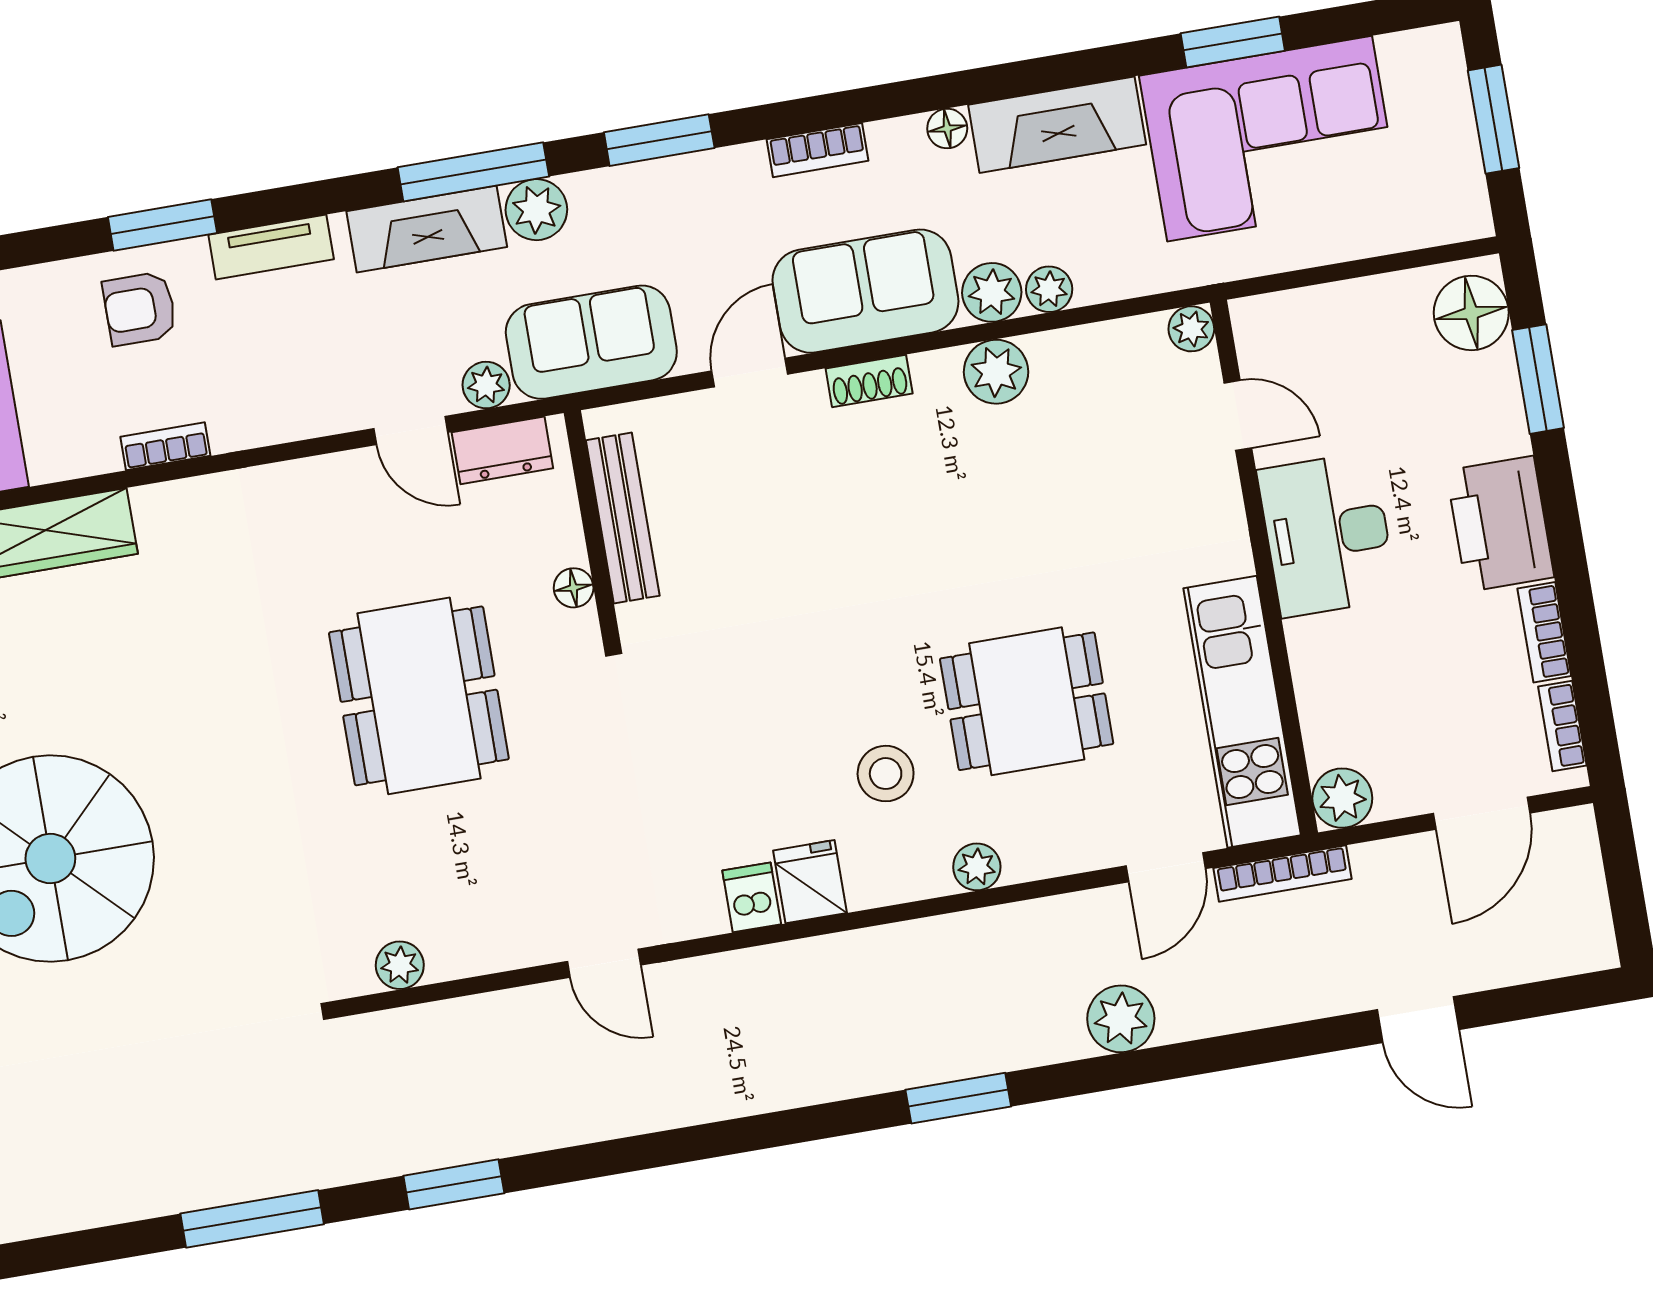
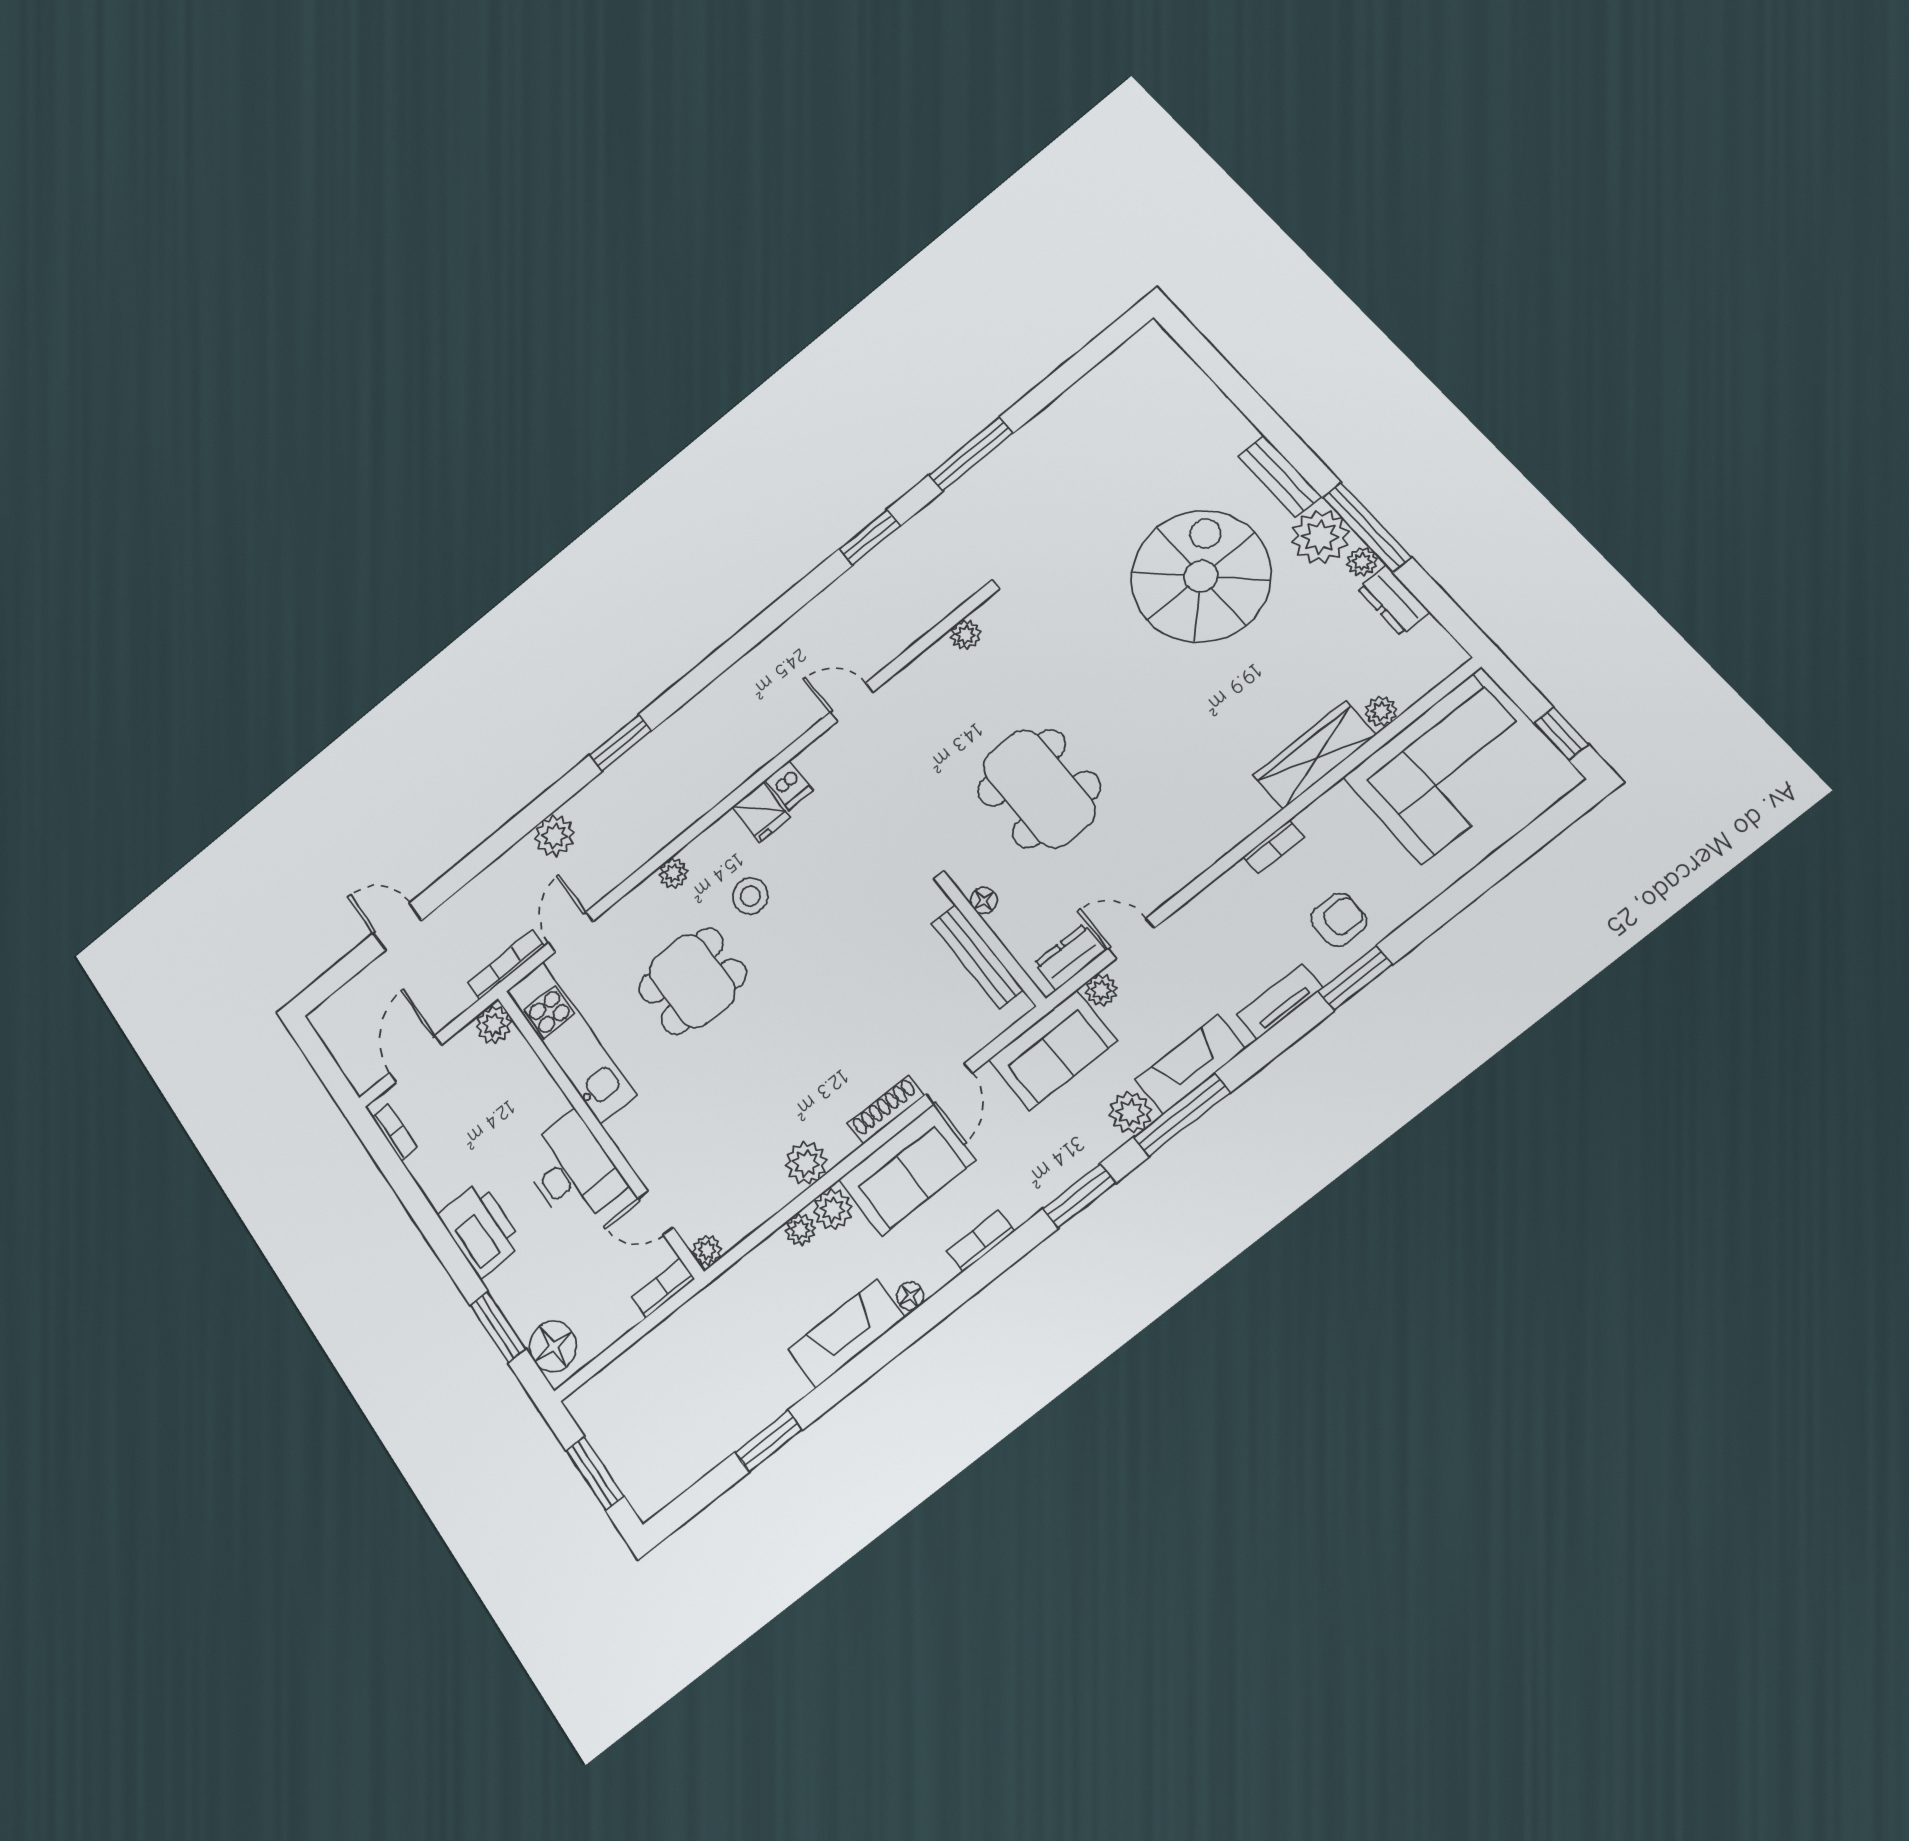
corner sofa: (1270, 139) -> (718, 1392), removed
shoe rack: (869, 381) -> (886, 1110), width x1.43
bookcase: (1544, 632) -> (663, 1288), moved, turned -90

